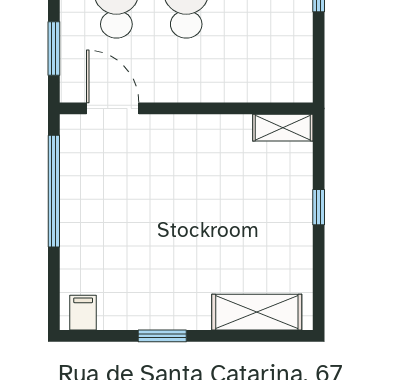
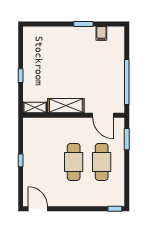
shelving: (257, 312) -> (66, 106), moved
filing cabinet: (83, 313) -> (101, 33), moved

